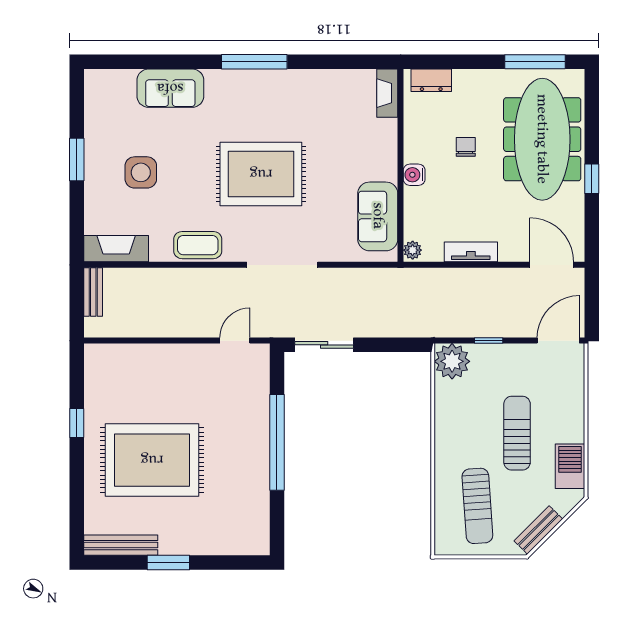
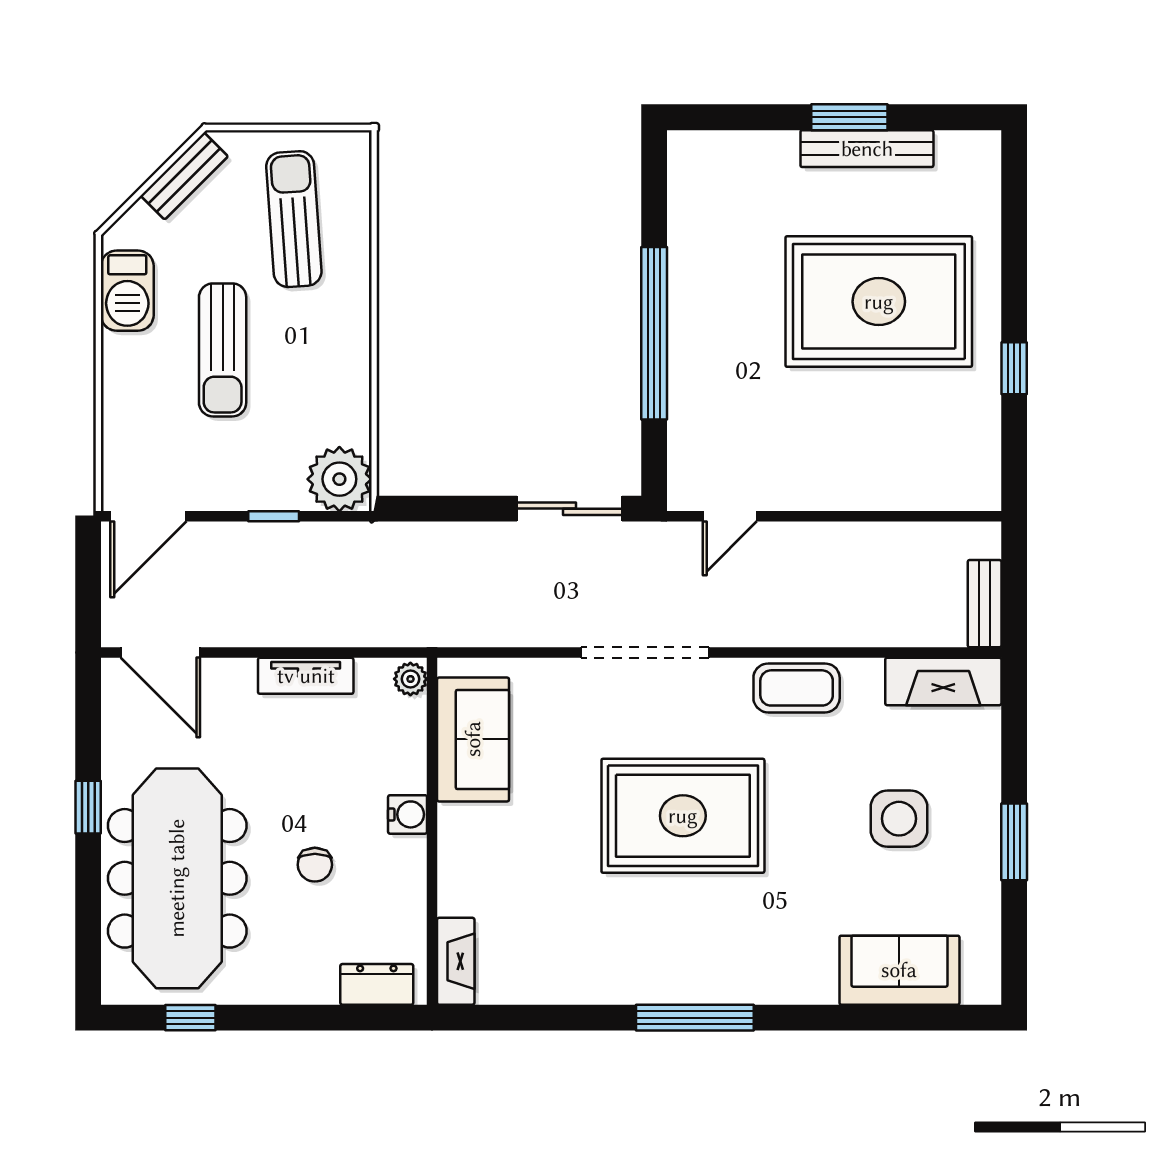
window: (535, 62) -> (190, 1018), width x0.46
sofa: (170, 88) -> (899, 970), moved
bench: (121, 545) -> (867, 149), moved

